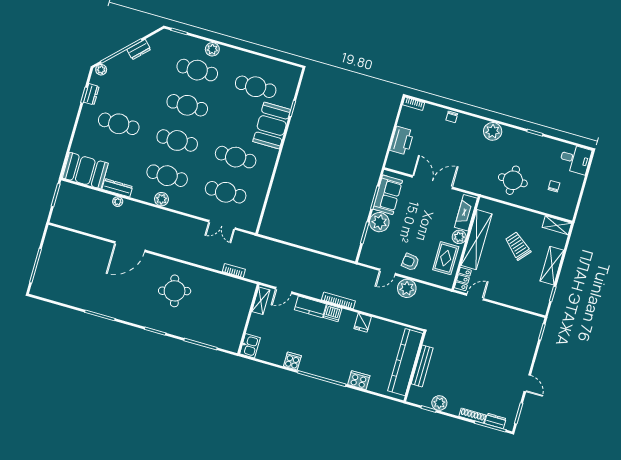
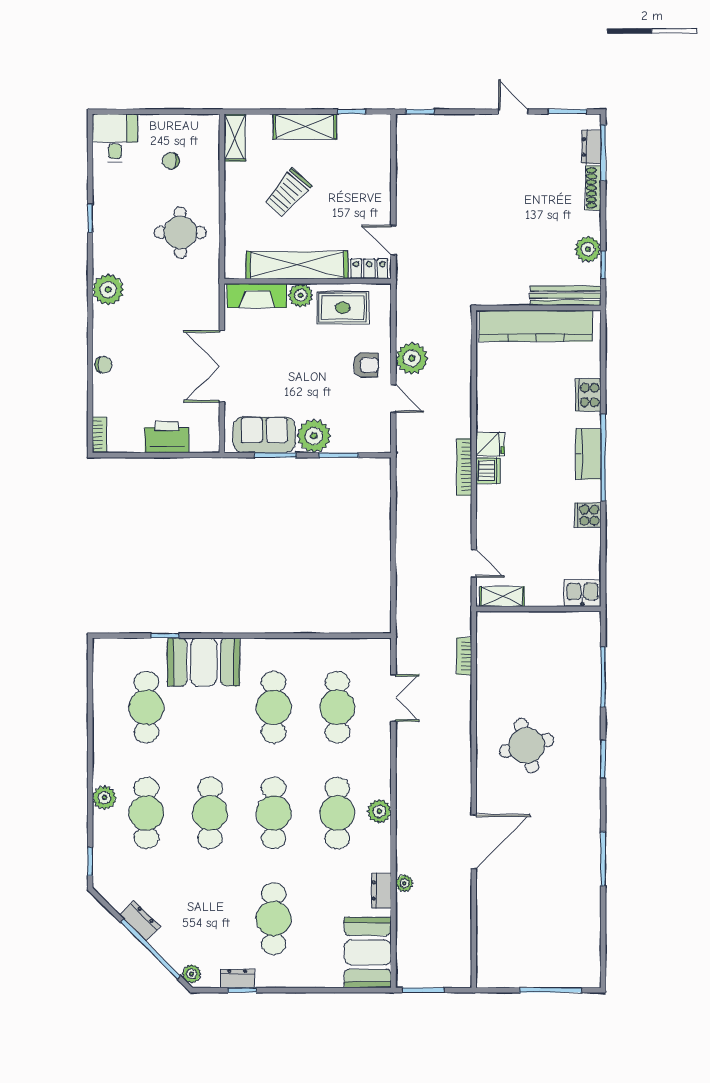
dresser: (117, 188) -> (381, 890), width x0.70
door: (130, 247) -> (474, 842), hinge flipped
armchair: (410, 262) -> (366, 365), turned -97
kitchen counter: (310, 307) -> (588, 454), moved, turned 180
fridge: (363, 323) -> (490, 444), moved
bench: (422, 366) -> (565, 296), moved
door: (527, 383) -> (513, 112), hinge flipped

